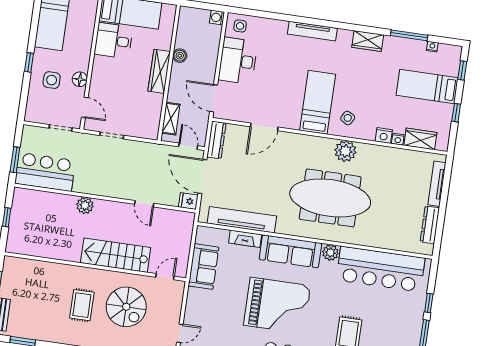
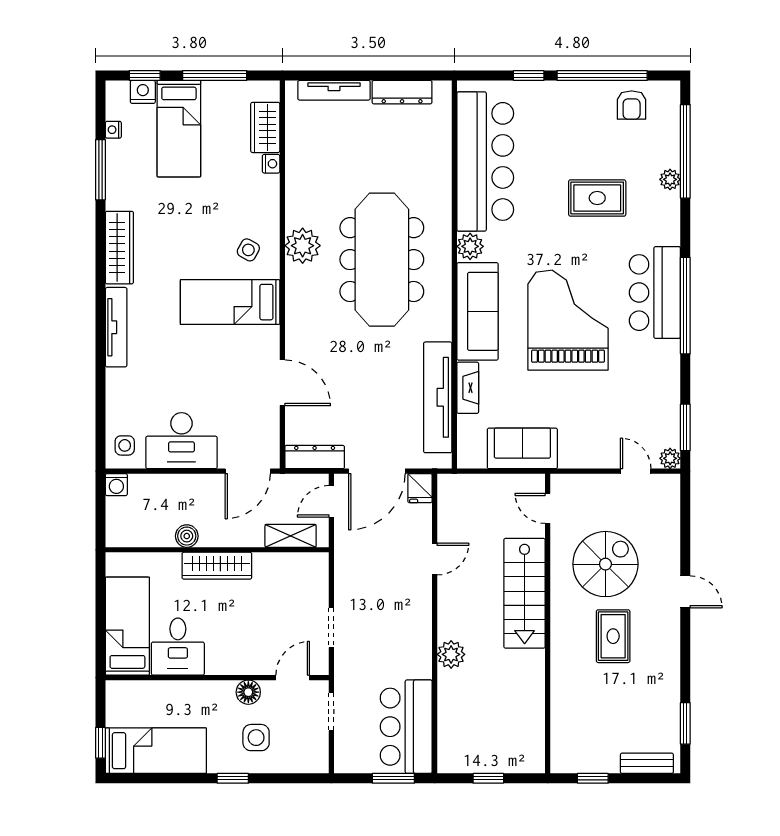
wardrobe: (368, 41) -> (119, 248), width x1.50
window: (456, 113) -> (215, 76), width x2.17
nightstand: (384, 136) -> (143, 92), moved, turned -90
rug: (82, 305) -> (613, 636), turned 90

